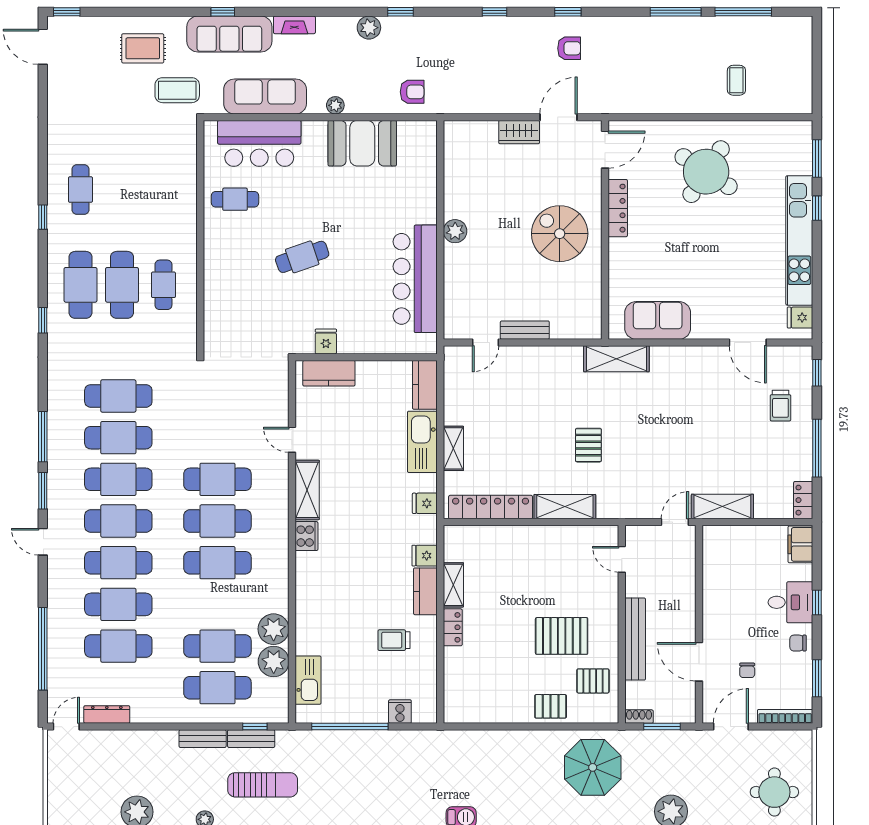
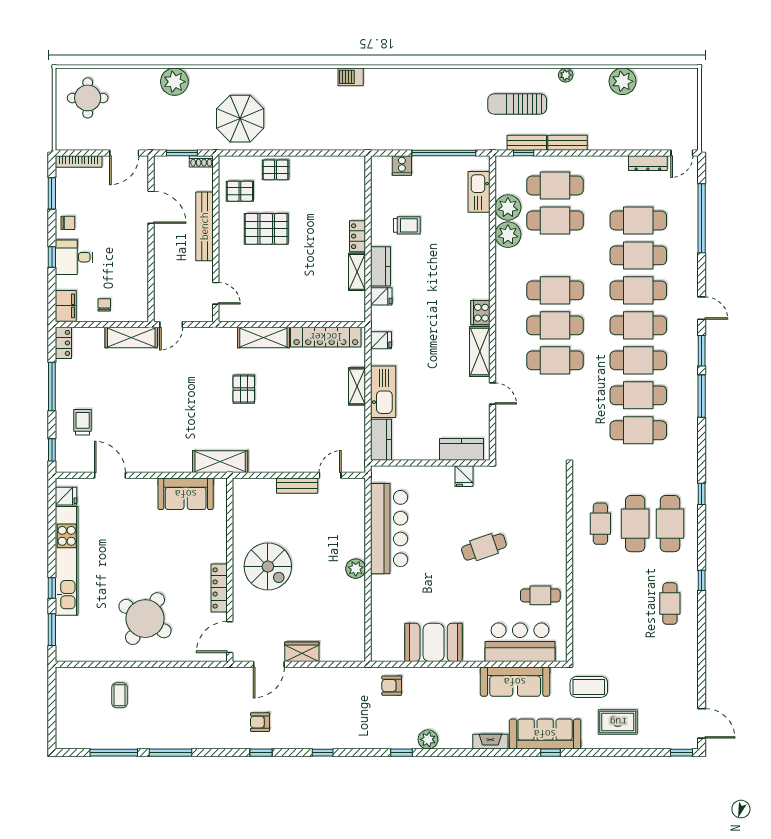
plant: (335, 105) -> (456, 674), removed
chair: (747, 670) -> (104, 305), moved

